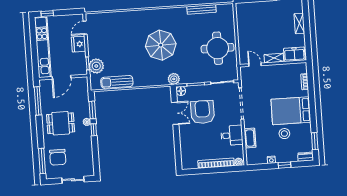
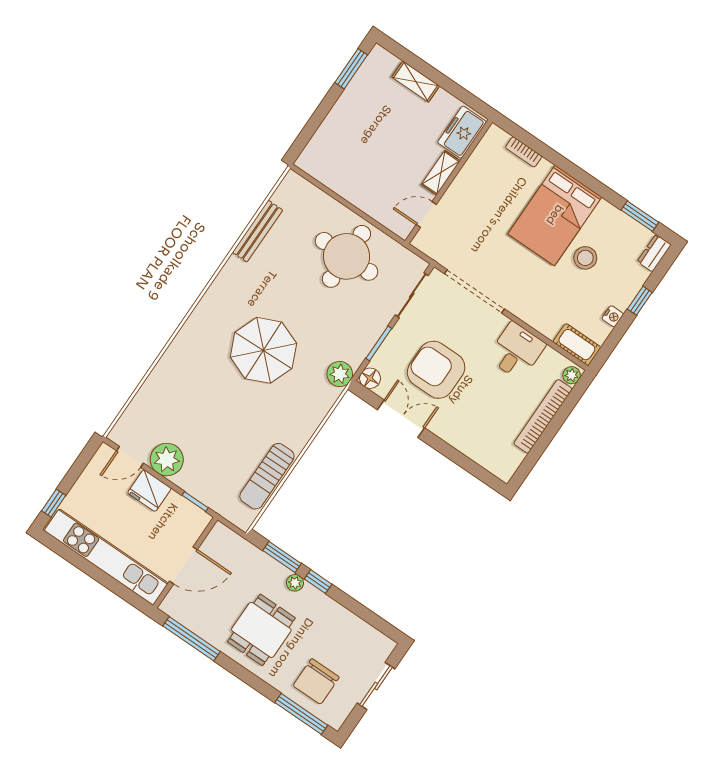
door: (85, 28) -> (130, 457), hinge flipped
plant: (96, 66) -> (167, 460), moved
door: (62, 77) -> (183, 565), hinge flipped
cot: (250, 138) -> (577, 345), moved
chair: (58, 157) -> (316, 681), turned 90

